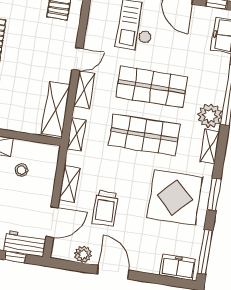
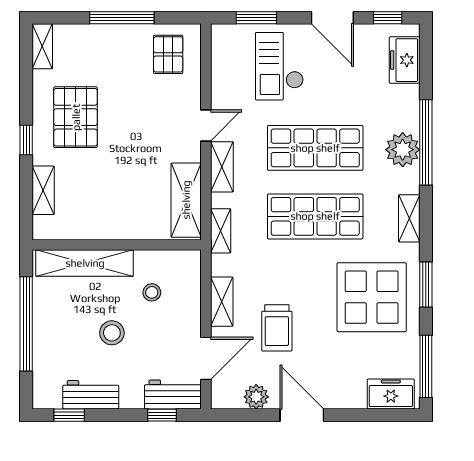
plant: (210, 116) -> (403, 150), moved

